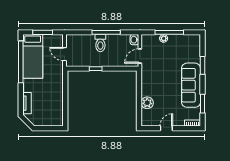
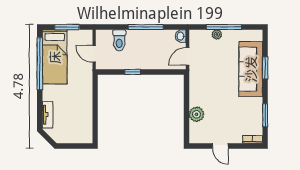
toilet: (100, 43) -> (119, 40), moved
sofa: (191, 85) -> (251, 69), moved
door: (166, 128) -> (220, 146), swing flipped

